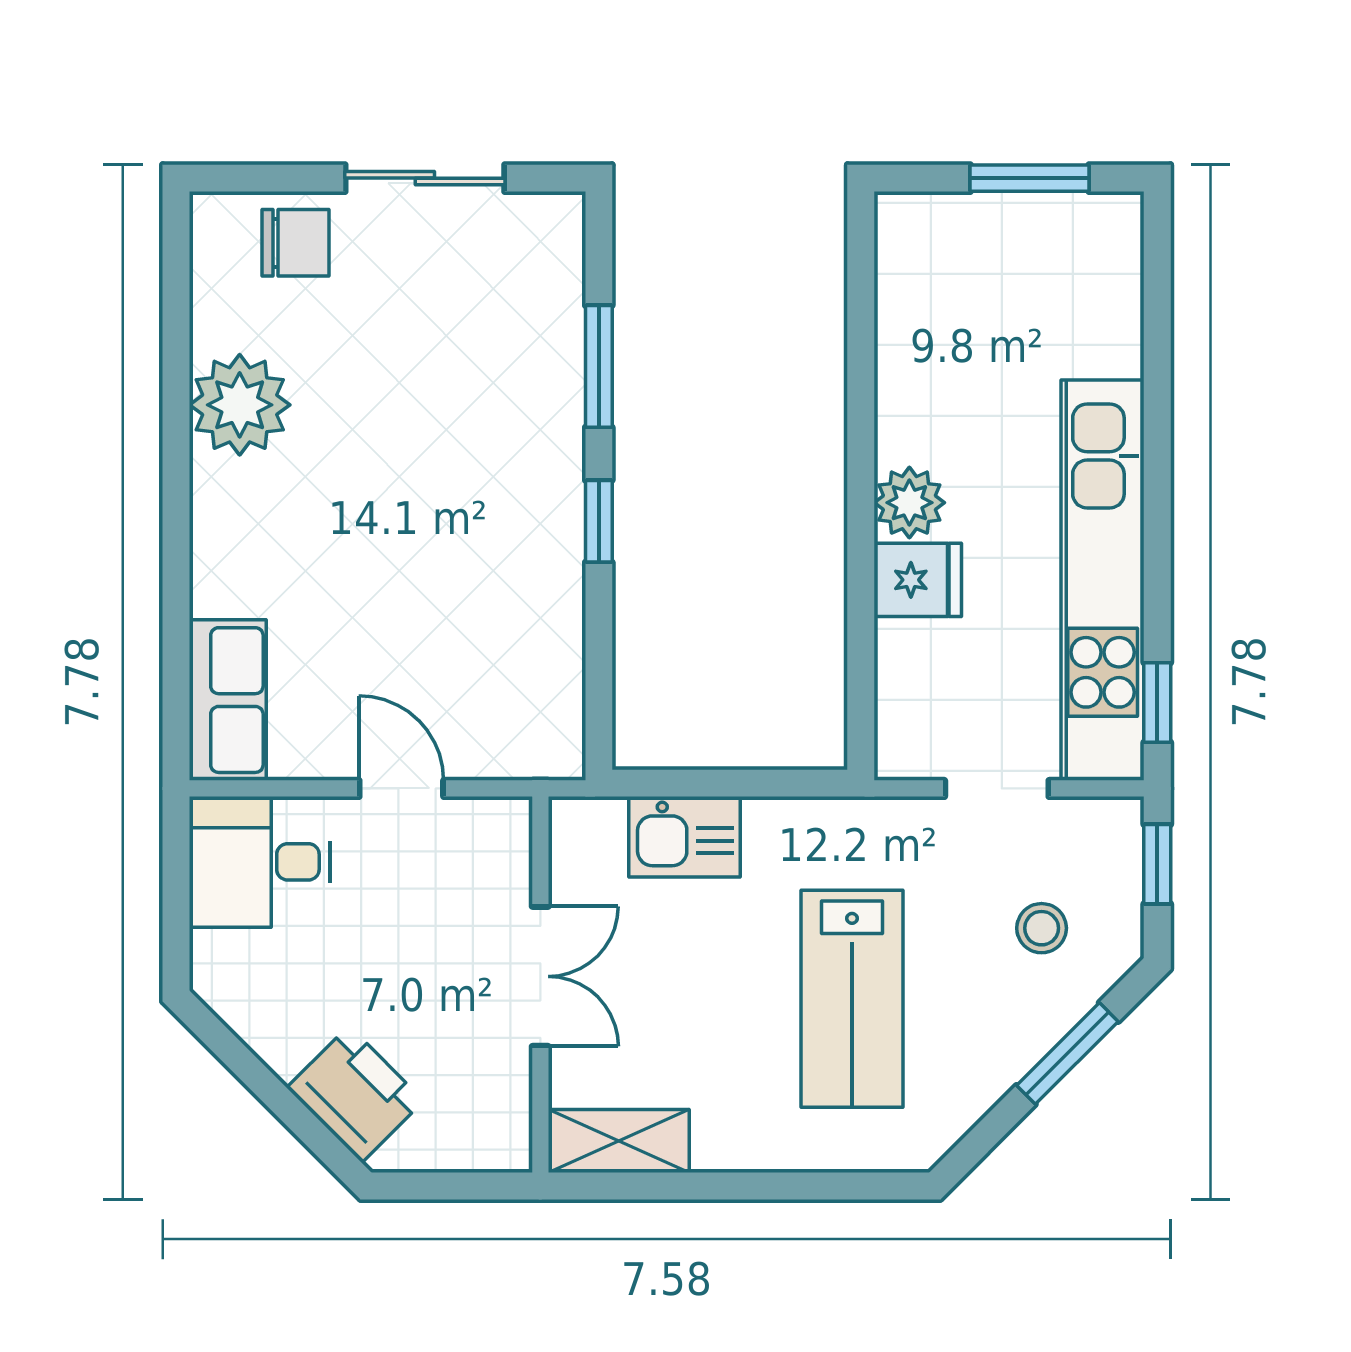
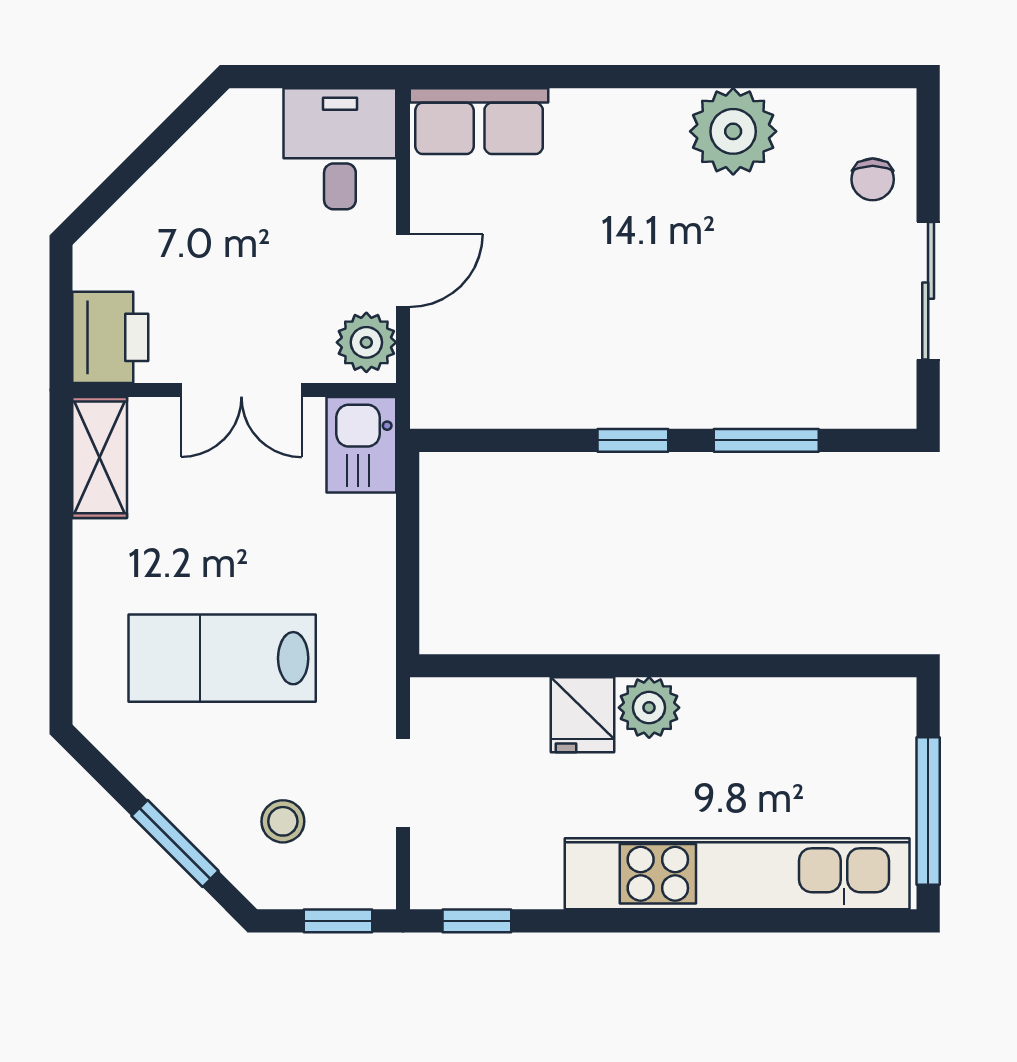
window: (1030, 178) -> (928, 811), width x1.44
chair: (295, 243) -> (873, 179), width x0.73, depth x0.73
kitchen unit: (1103, 580) -> (737, 874), moved
plant: (485, 831) -> (366, 342), added
kitchen sink: (685, 837) -> (361, 445), moved
printer: (355, 1094) -> (110, 337), moved, turned -45

